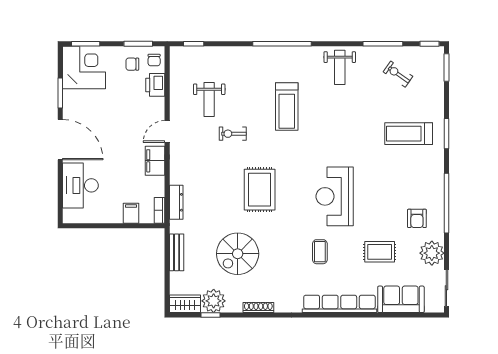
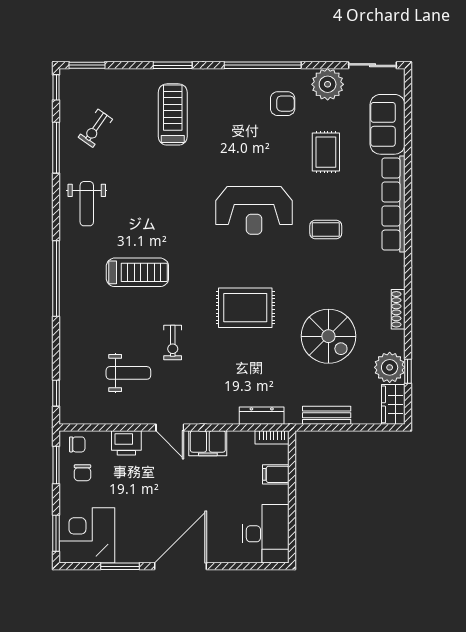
weight bench: (340, 67) -> (87, 204), turned 90
printer: (155, 85) -> (126, 443), moved
treadmill: (409, 134) -> (173, 114), turned 180
desk: (80, 185) -> (266, 534), moved, turned -90

